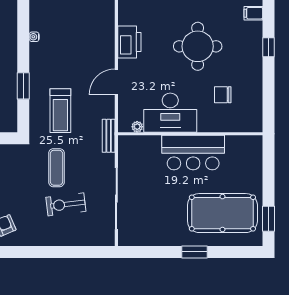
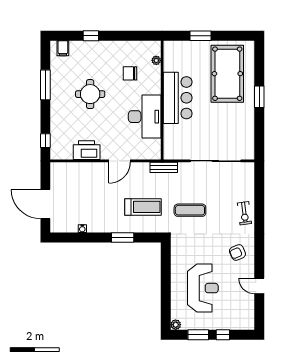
round table: (198, 46) -> (90, 94), width x0.73, depth x0.73
door: (116, 82) -> (119, 161), hinge flipped
chair: (223, 95) -> (130, 73), turned 90
plant: (137, 127) -> (156, 60), moved
exercise bike: (66, 204) -> (244, 213), moved, width x0.73, depth x0.72
window: (269, 219) -> (201, 36), moved

